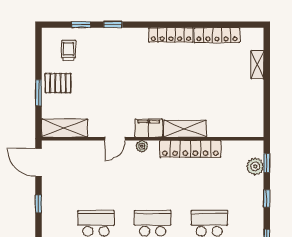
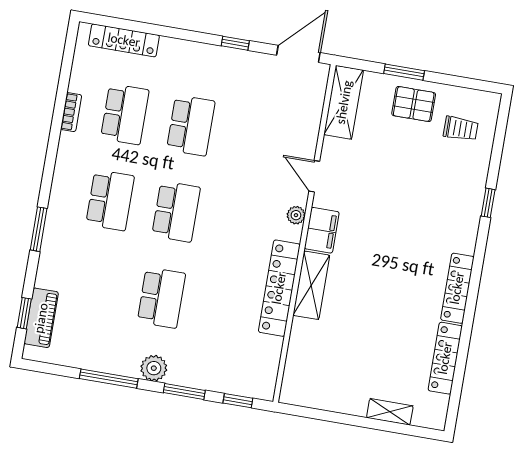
window: (81, 25) -> (496, 155), removed
pallet: (58, 83) -> (414, 104), turned 90
plant: (255, 166) -> (154, 368), moved
window: (267, 198) -> (184, 391), width x1.50

